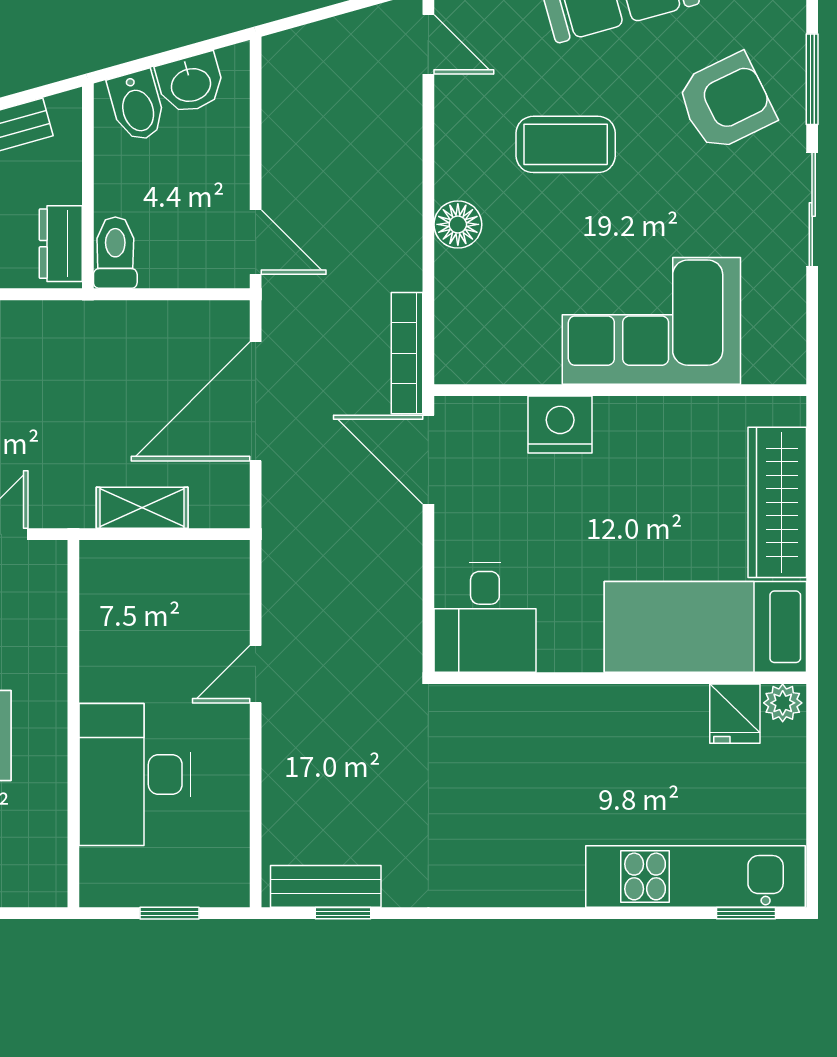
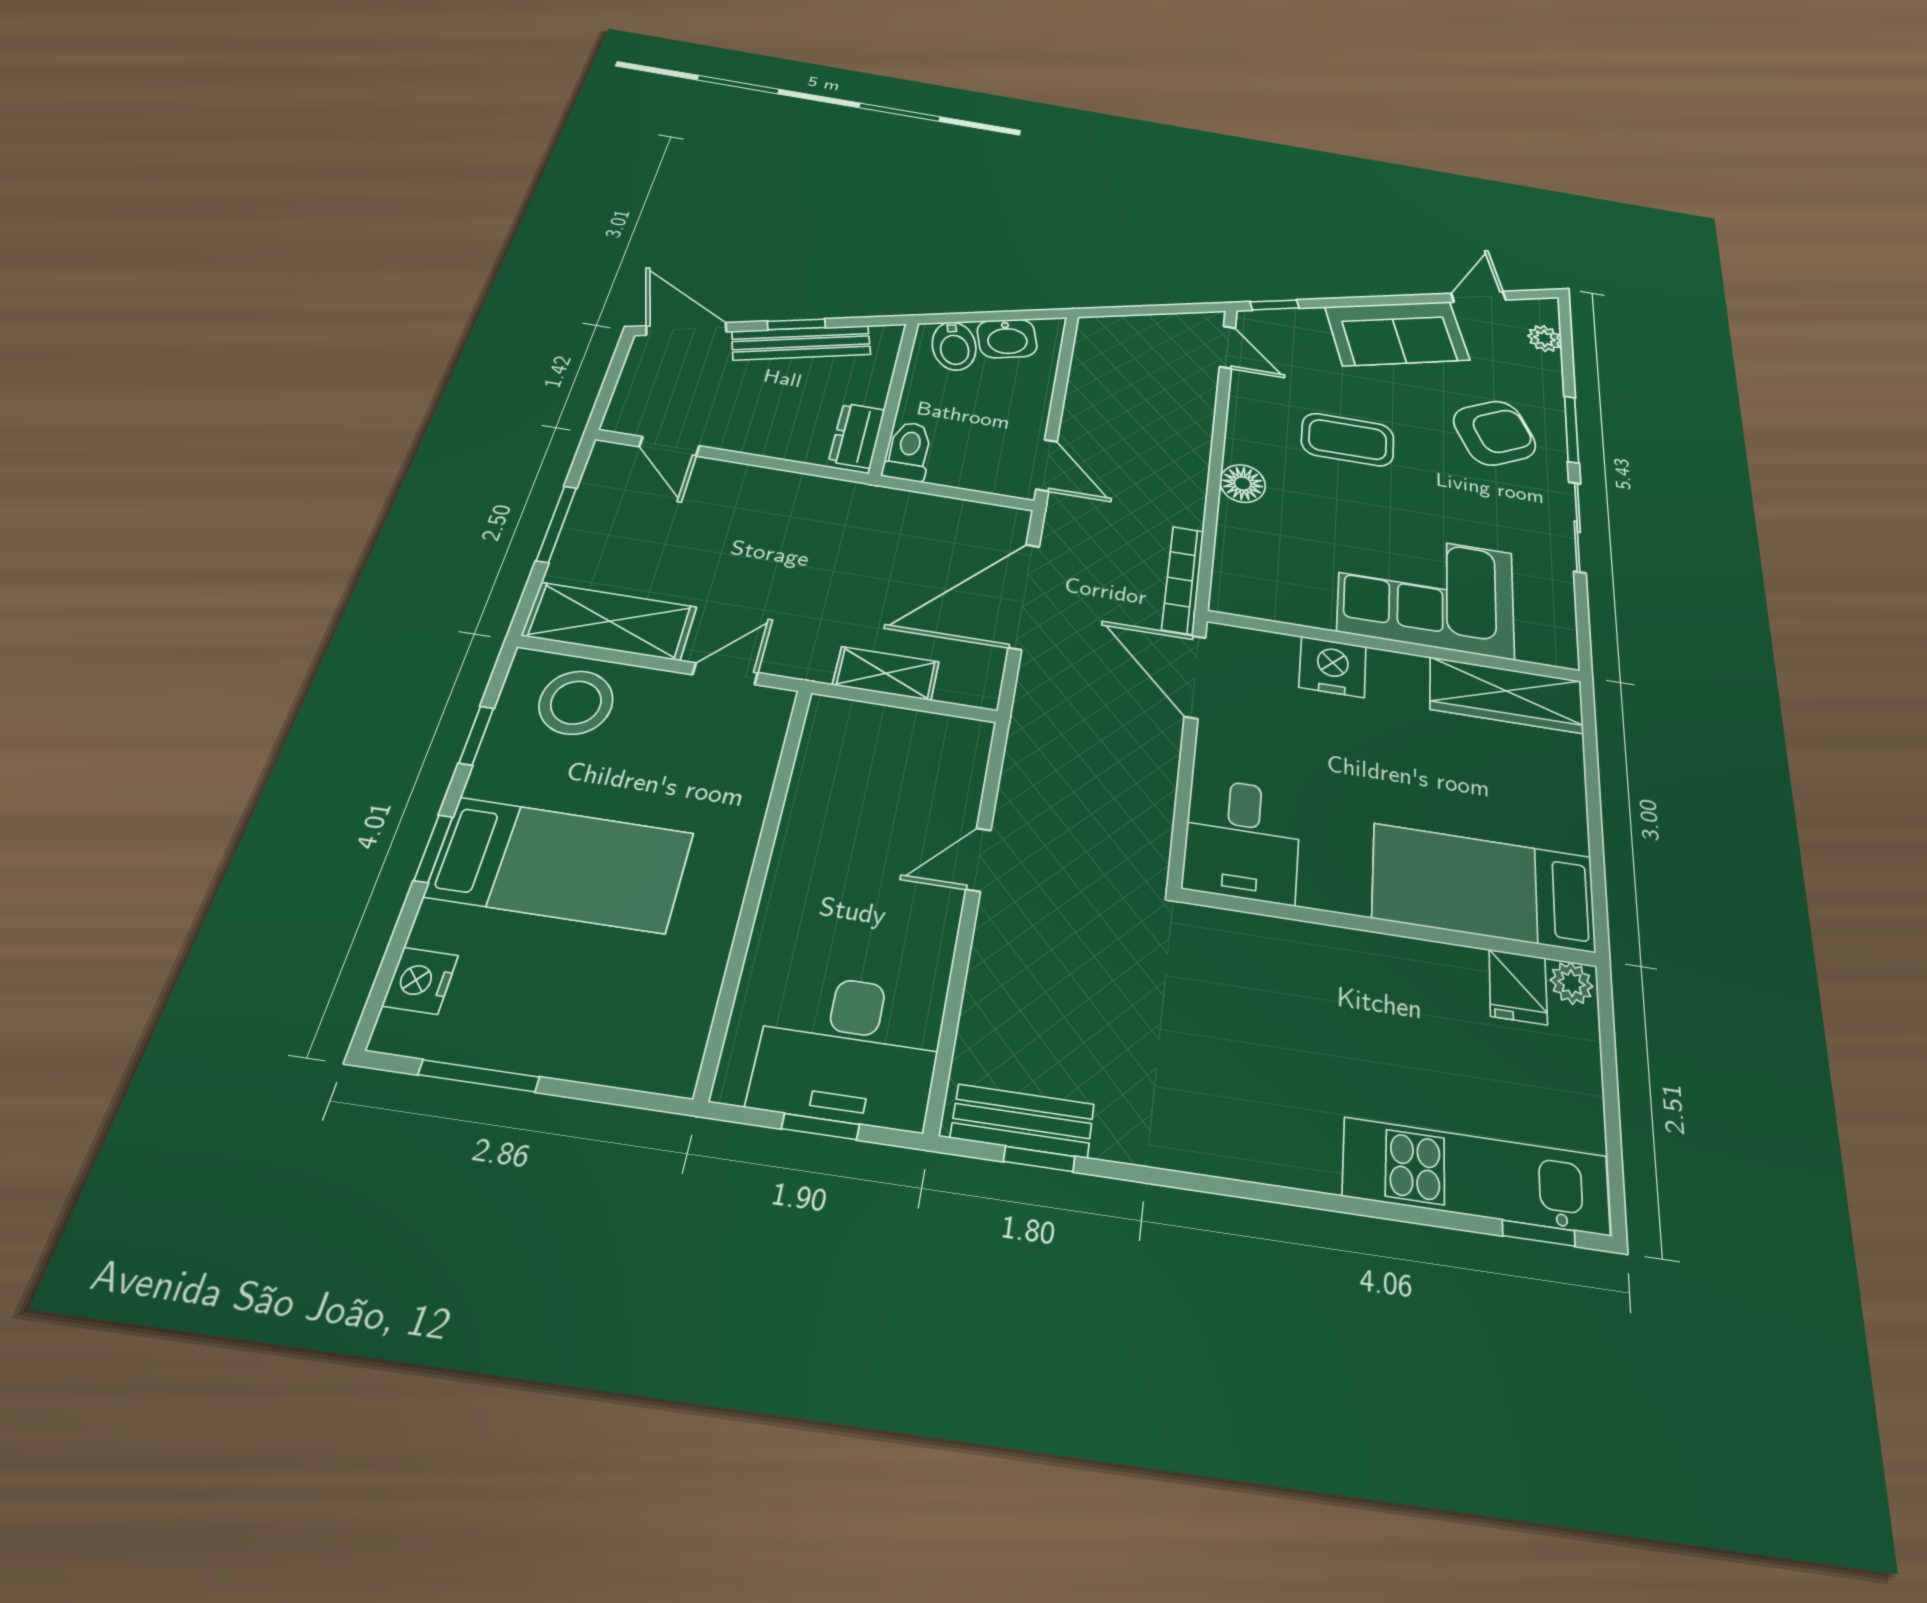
wardrobe: (777, 502) -> (1506, 695), moved, turned -90
desk: (135, 775) -> (849, 1050), moved, turned -90

